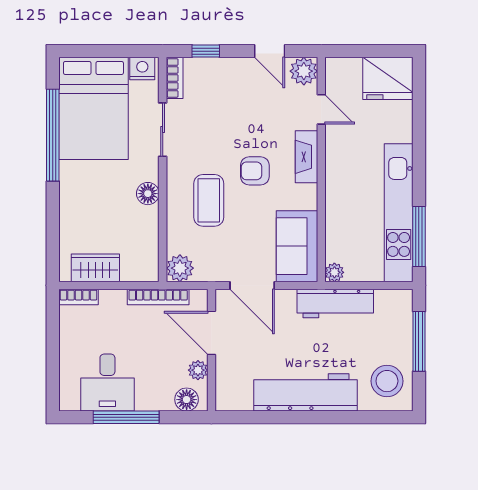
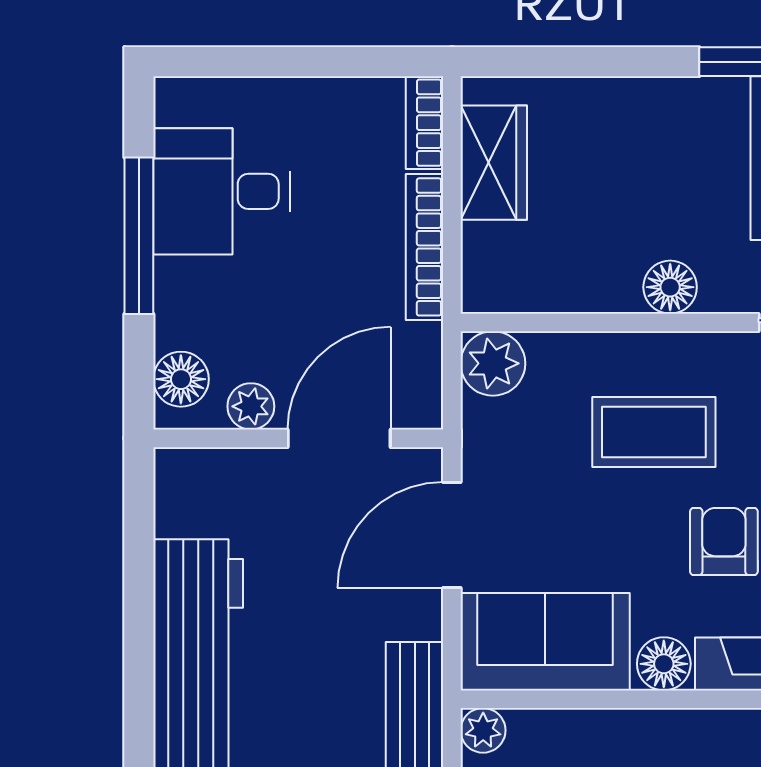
floor lamp: (306, 196) -> (664, 664), added
bookcase: (158, 297) -> (424, 247), moved

